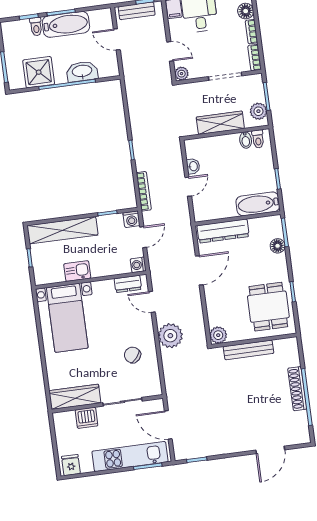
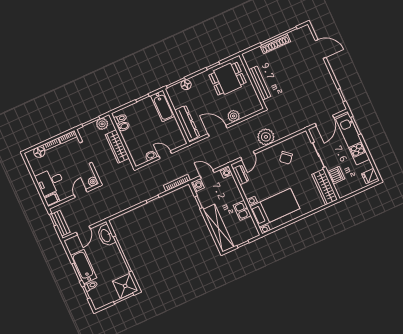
washbasin: (82, 71) -> (106, 235), moved
shower: (39, 72) -> (125, 286), moved
plant: (218, 335) -> (234, 116), moved

